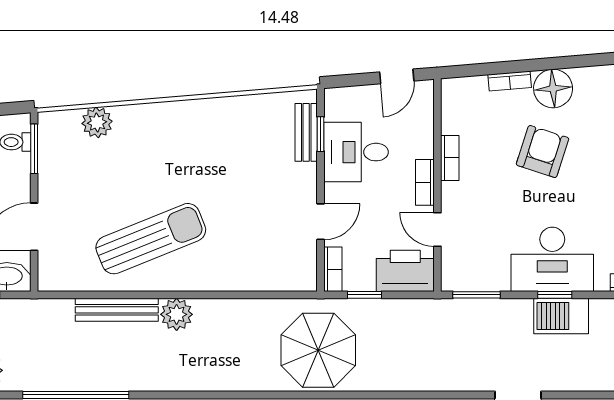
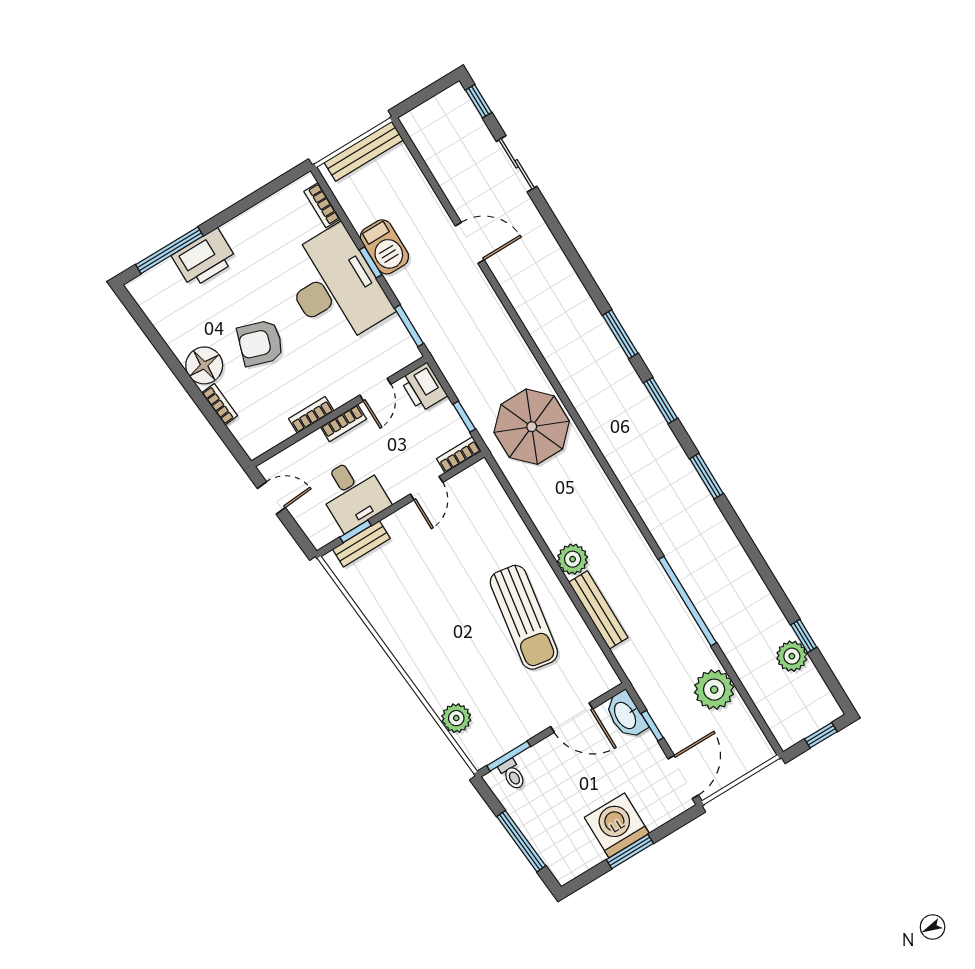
door: (321, 222) -> (427, 488), swing flipped
sun lounger: (151, 239) -> (524, 617), turned -149
desk: (552, 259) -> (335, 287), width x1.36, depth x1.30
printer: (405, 271) -> (424, 387), width x0.73, depth x0.84

